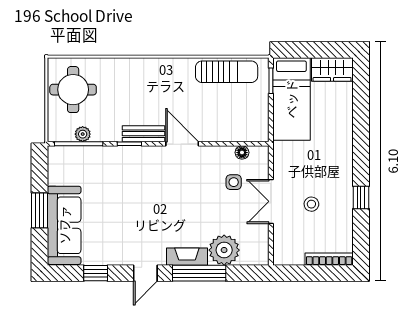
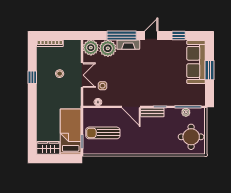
sun lounger: (227, 72) -> (103, 133), moved
plant: (255, 251) -> (91, 48), added

